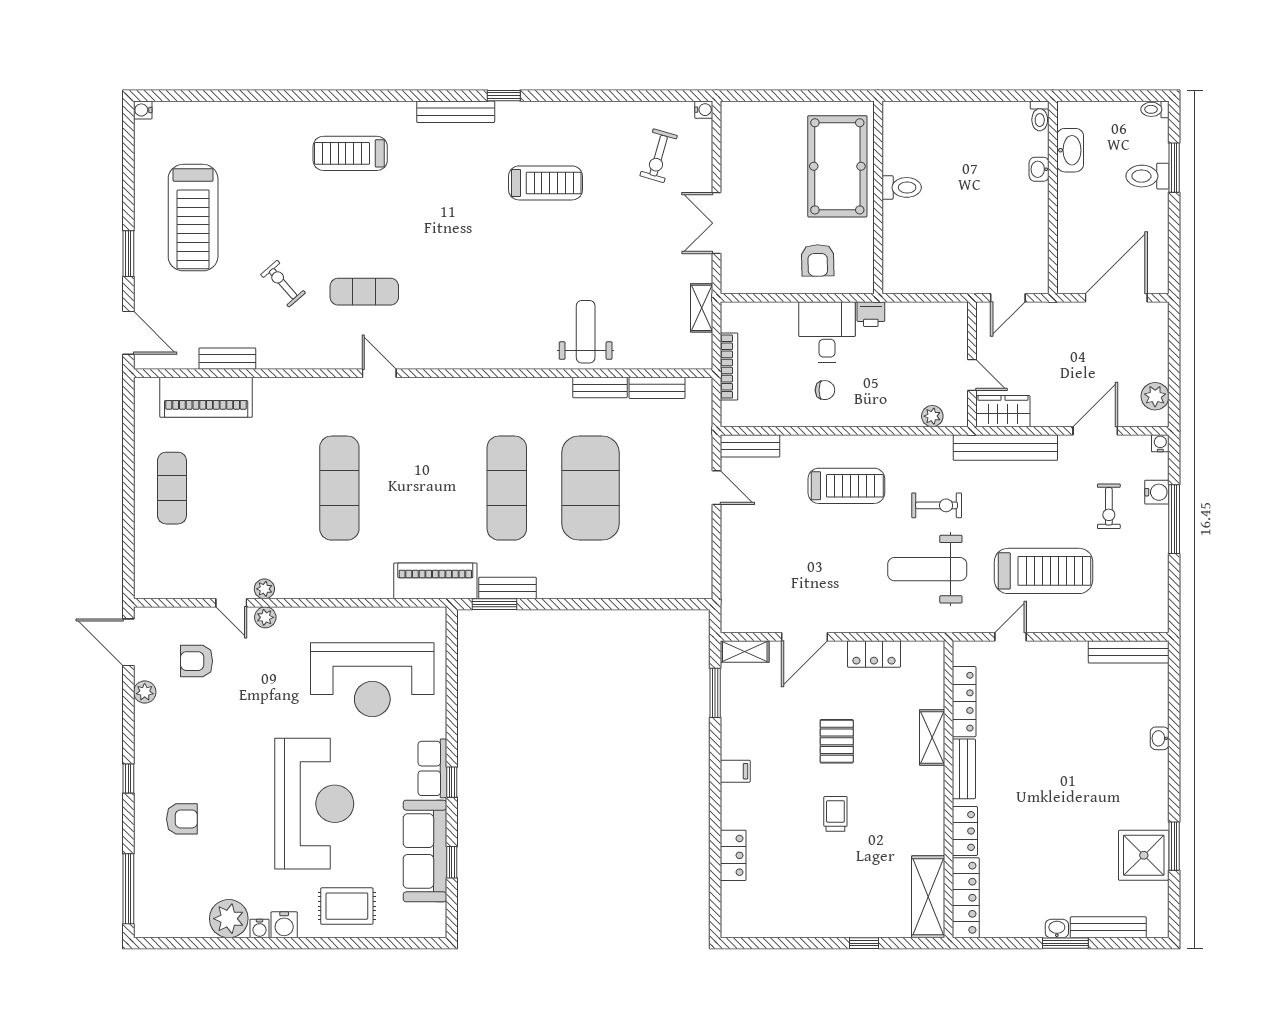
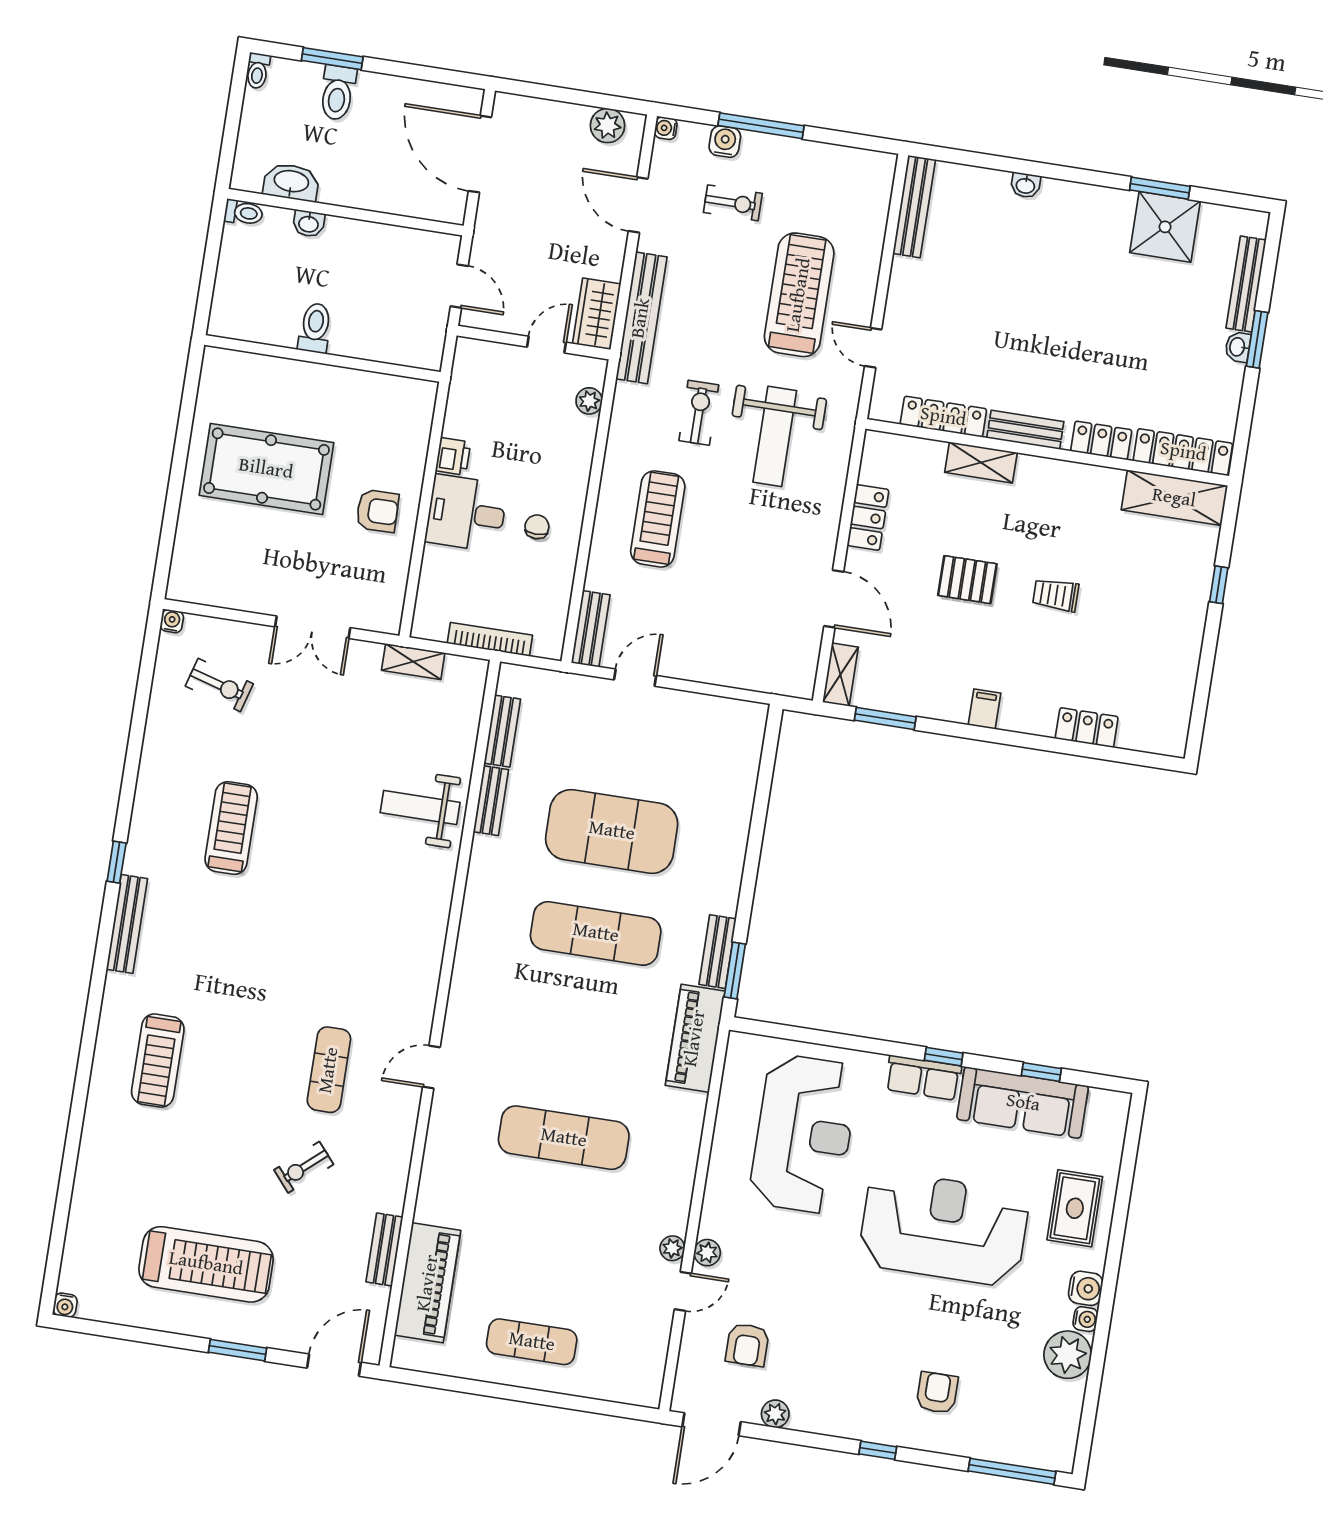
toilet: (902, 187) -> (315, 328), moved
wall: (878, 197) -> (322, 358), moved

